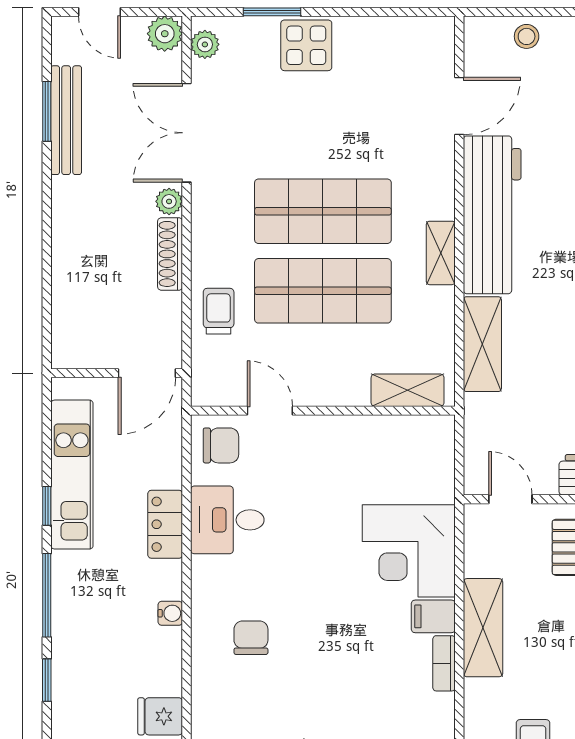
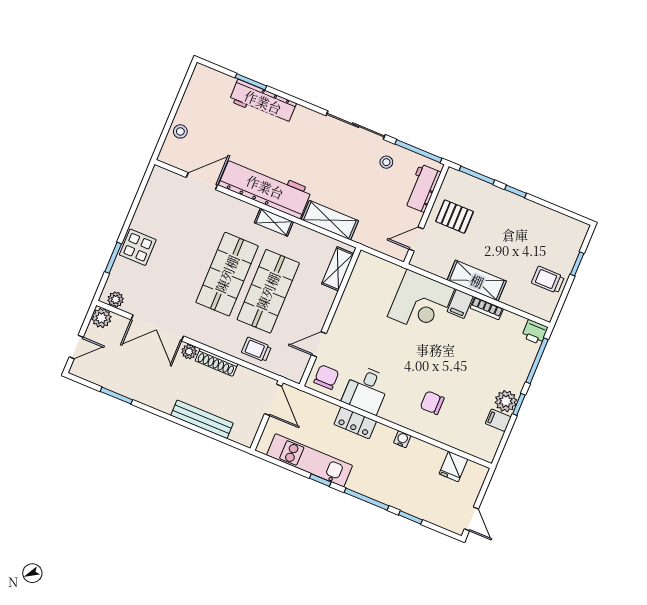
door: (459, 106) -> (202, 181), hinge flipped
bench: (66, 120) -> (202, 419), moved

